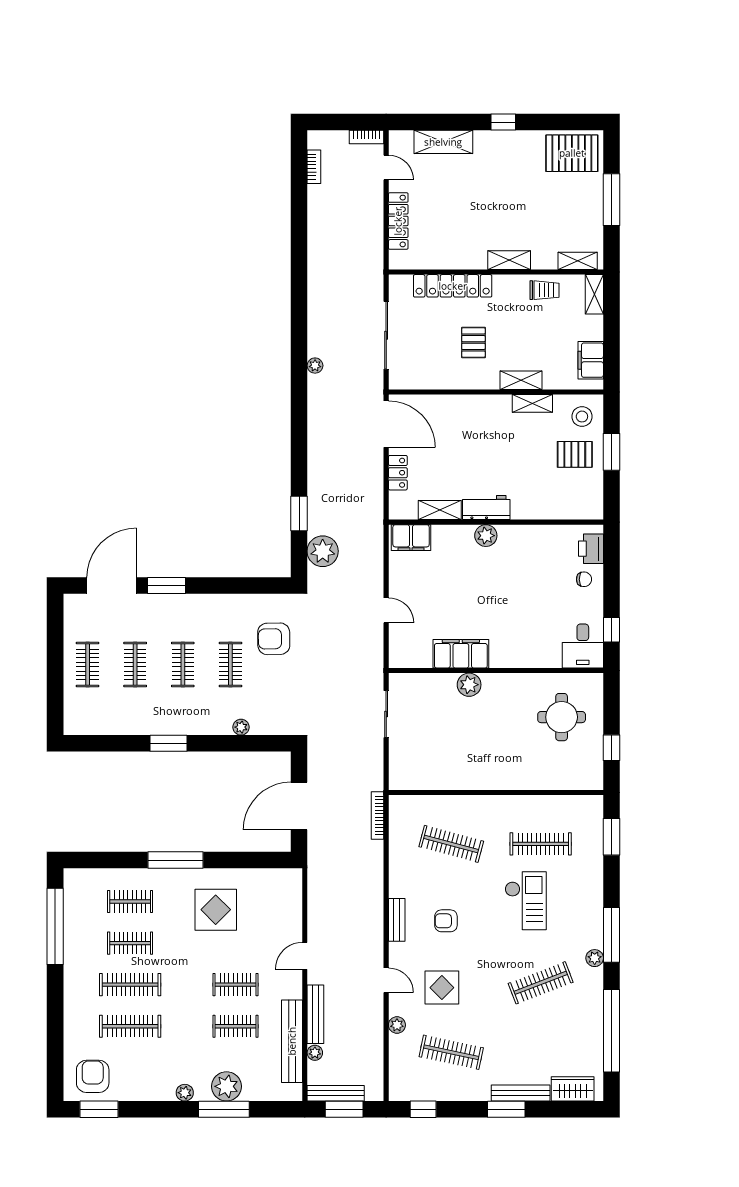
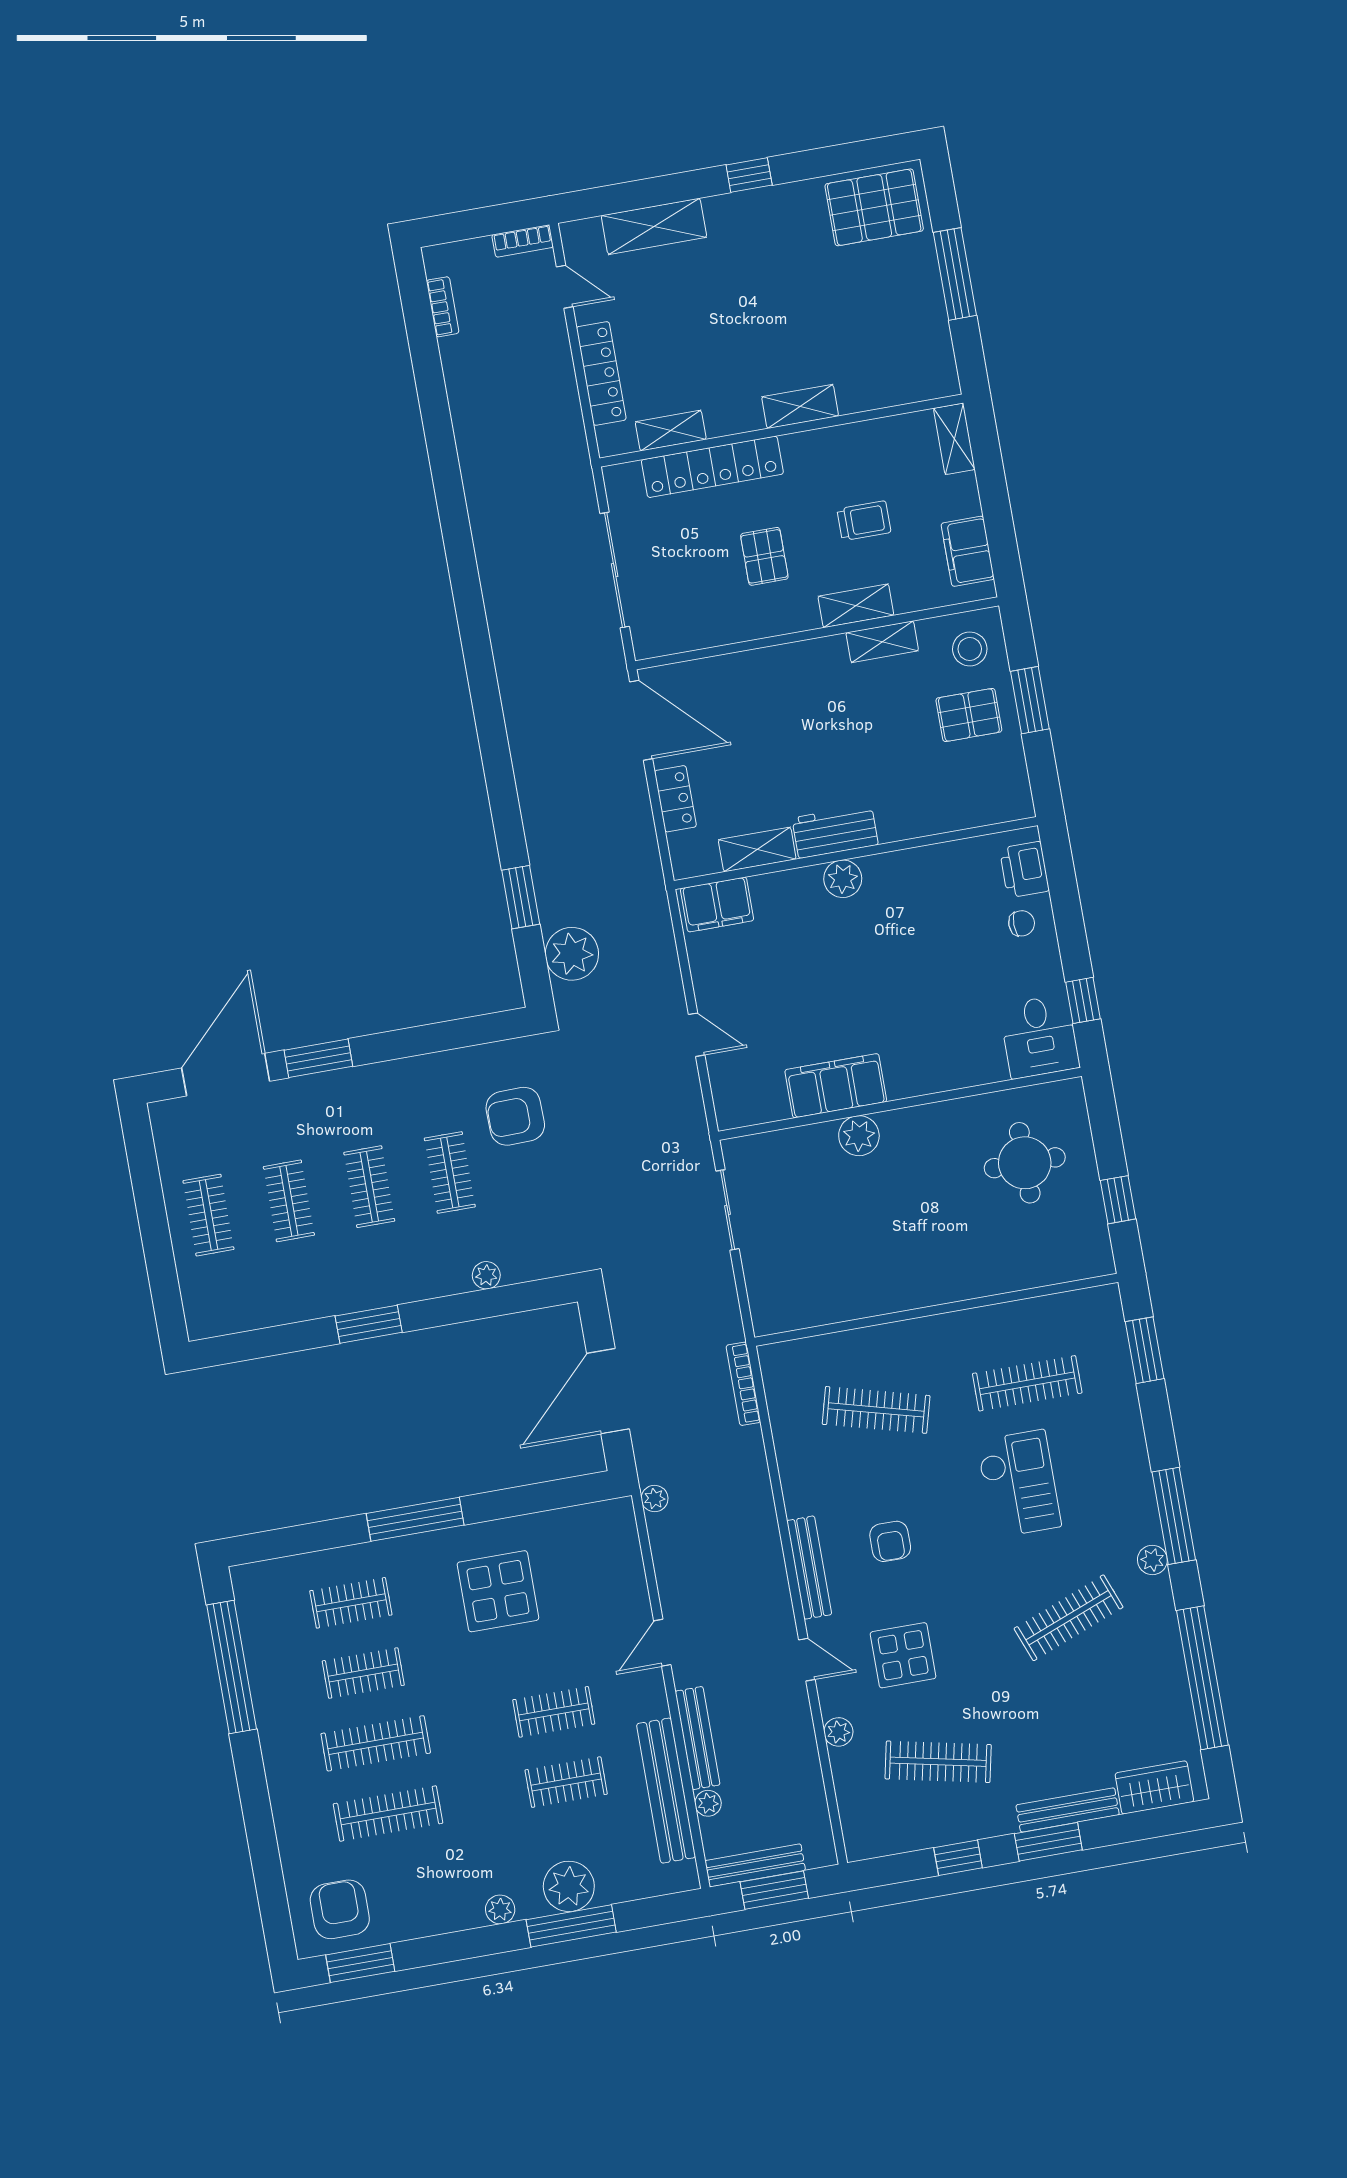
shelving: (578, 261) -> (671, 431), moved
trolley: (544, 290) -> (864, 521), moved
plant: (315, 366) -> (655, 1499), moved
bench: (397, 920) -> (809, 1568), width x1.36
armchair: (446, 921) -> (890, 1541), turned -90
window: (423, 1109) -> (958, 1858), moved

